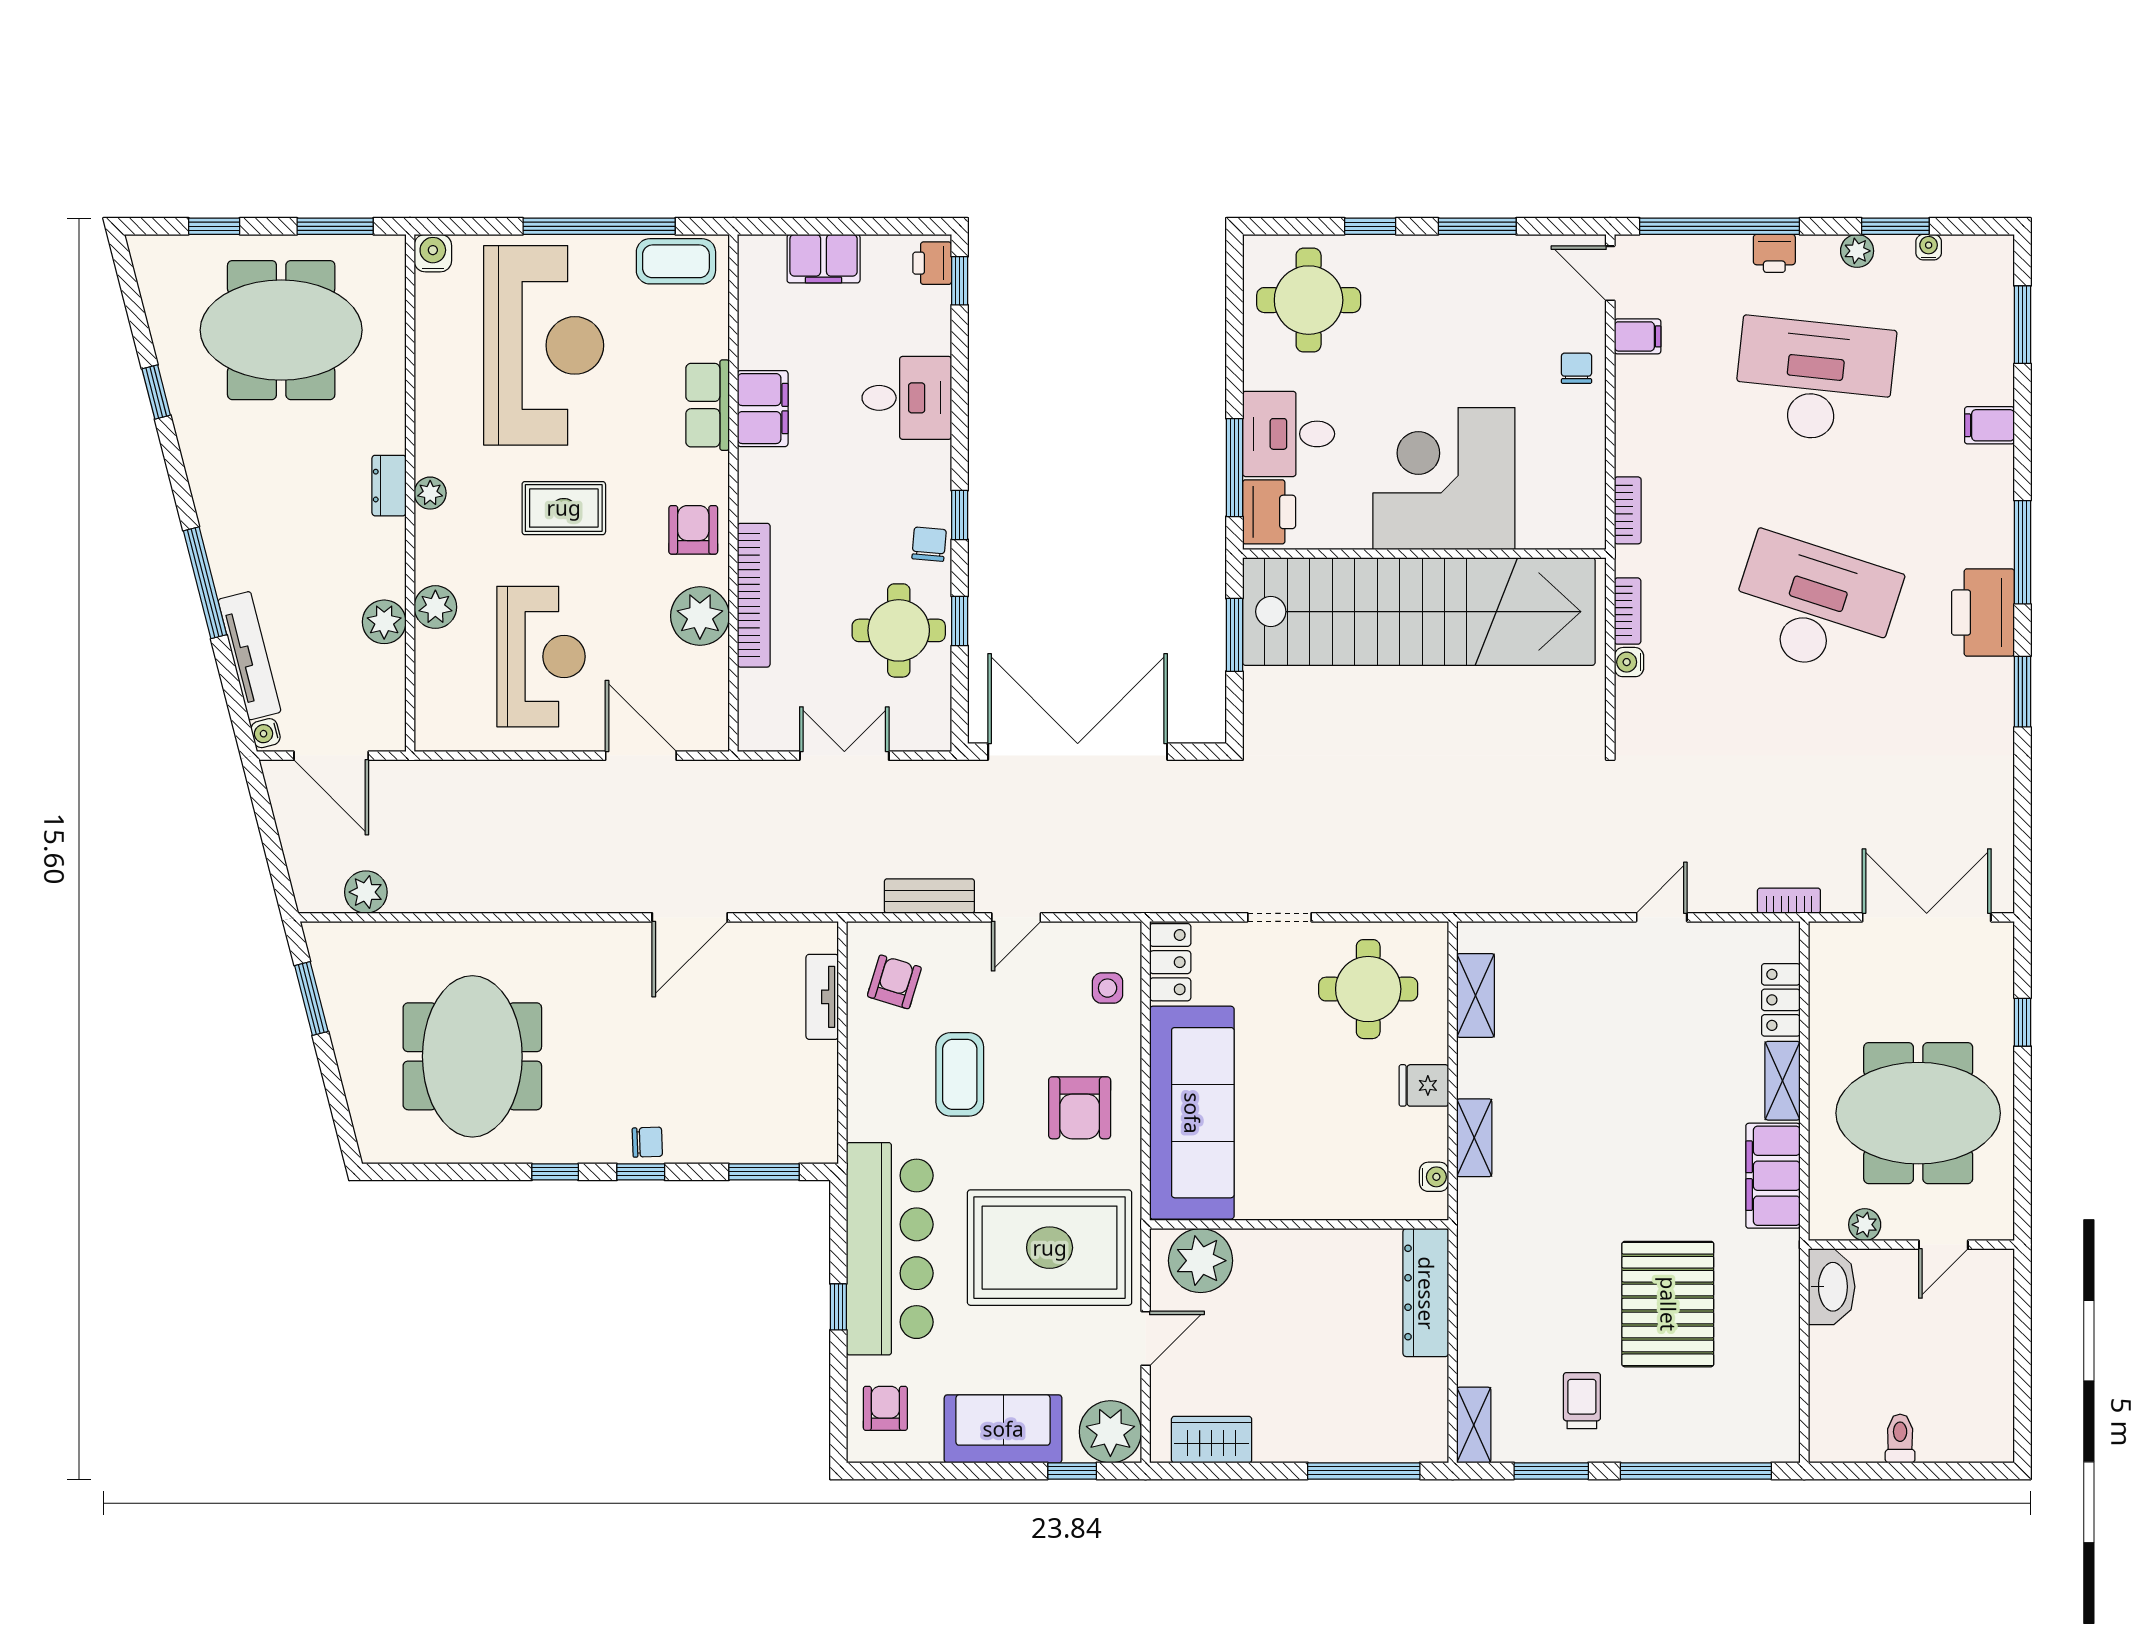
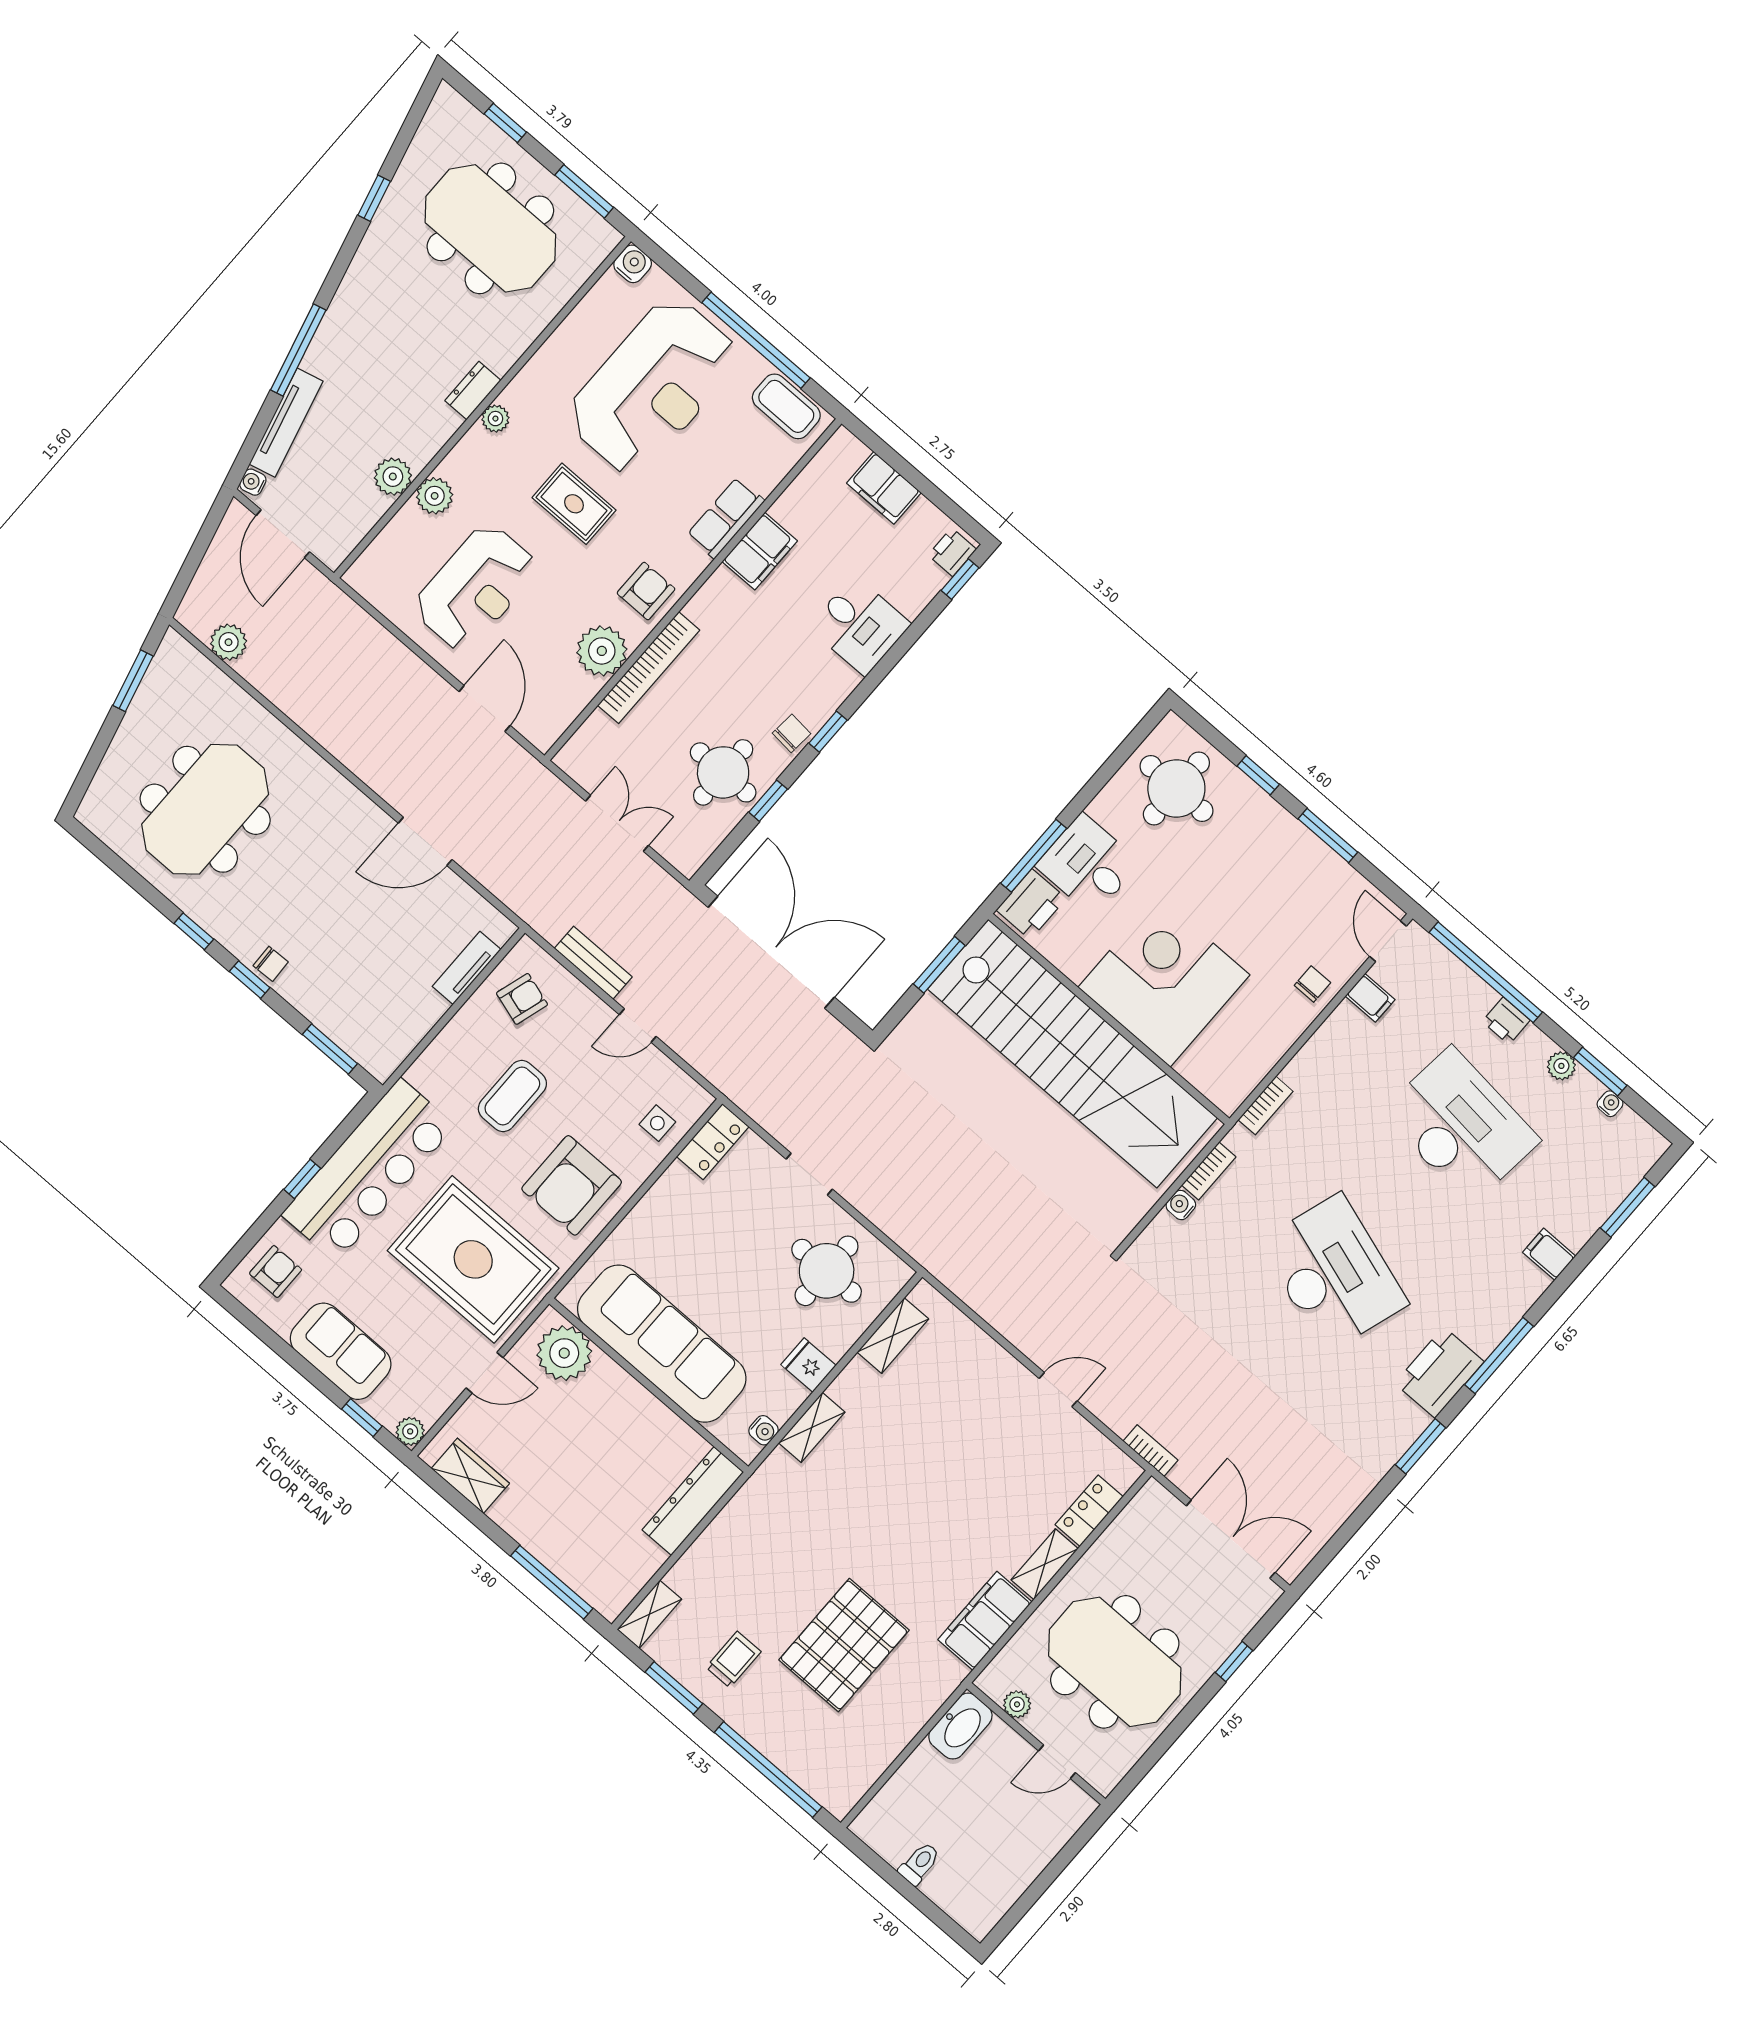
armchair: (1080, 1108) -> (572, 1185), width x1.36, depth x1.36
sofa: (1192, 1113) -> (662, 1344), moved, turned -90
plant: (1110, 1432) -> (410, 1431), width x0.53, depth x0.53

